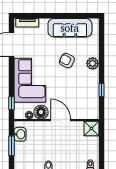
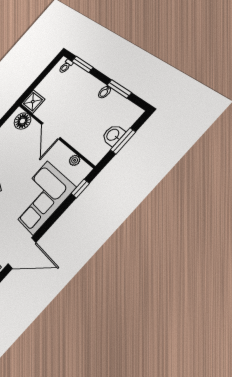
floor lamp: (41, 112) -> (22, 121), moved
washbasin: (20, 134) -> (113, 135), moved

